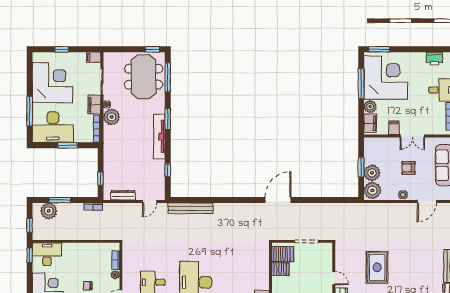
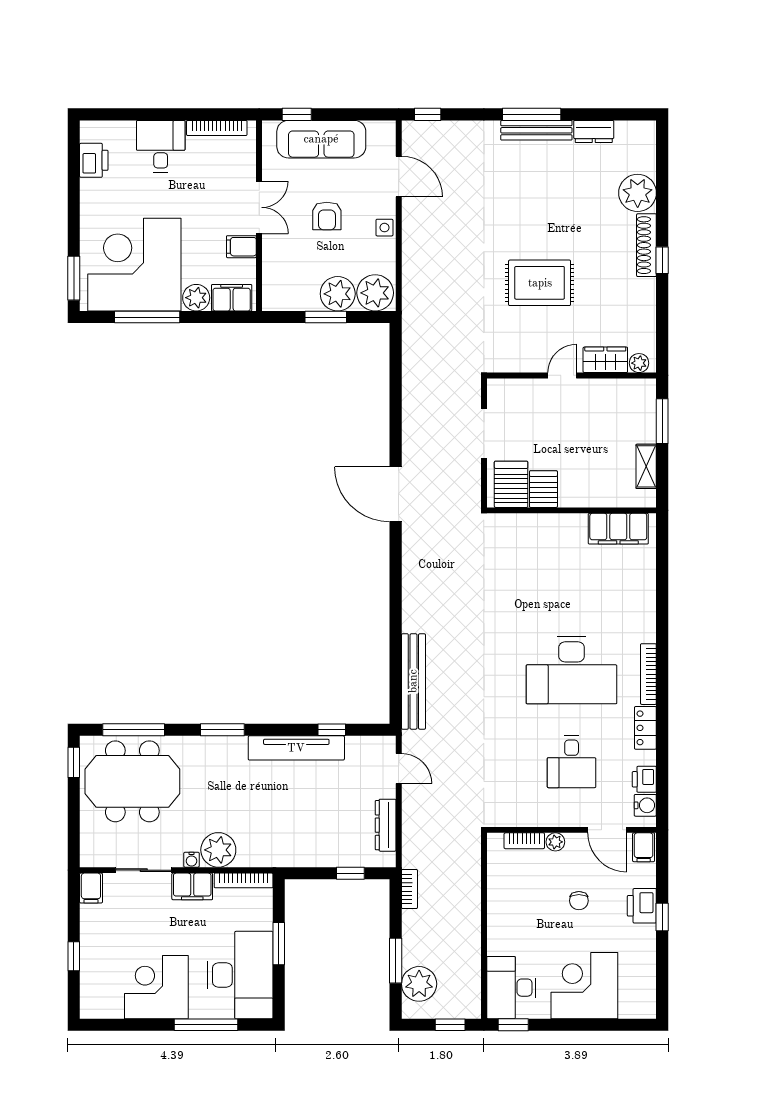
corner desk: (53, 83) -> (156, 987), width x0.74, depth x0.74
tv unit: (159, 137) -> (296, 748), moved

